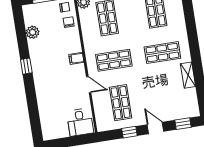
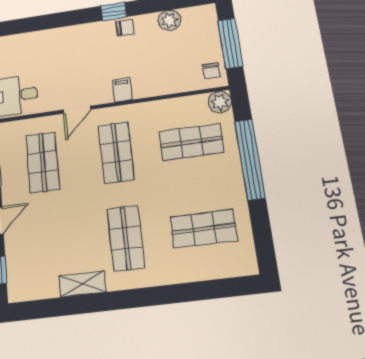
chair: (69, 22) -> (125, 28), moved
shop shelf: (121, 103) -> (43, 162), turned 90

